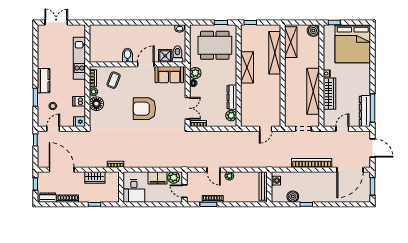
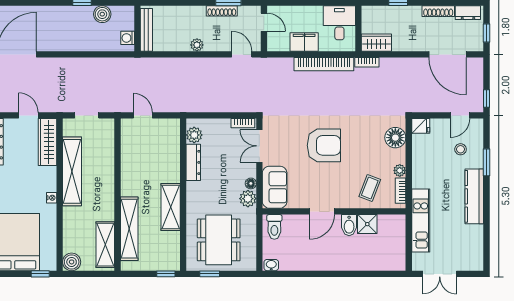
double door: (56, 22) -> (440, 274), moved
dining table: (215, 45) -> (219, 240), turned 90
shower: (165, 56) -> (367, 224), moved
sofa: (169, 75) -> (275, 187), moved, turned 90
kitchen counter: (44, 81) -> (474, 196), width x1.50
wardrobe: (330, 94) -> (47, 142), moved
dishwasher: (79, 101) -> (421, 156), removed
floor lamp: (96, 104) -> (395, 138), moved
door: (266, 129) -> (143, 115), hinge flipped
door: (342, 129) -> (28, 115), swing flipped
bookcase: (312, 163) -> (324, 64), moved
door: (214, 170) -> (242, 54), moved
wardrobe: (95, 177) -> (376, 43), moved
plant: (174, 177) -> (280, 43), removed

